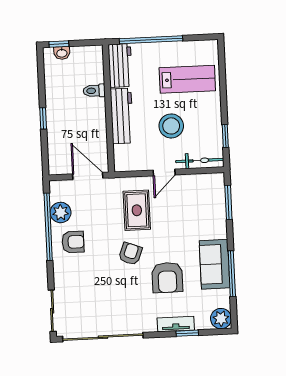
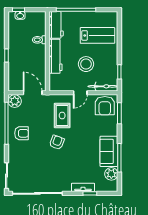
plant: (61, 212) -> (15, 101), moved
armchair: (167, 278) -> (105, 106), moved
plant: (221, 319) -> (111, 174), moved

